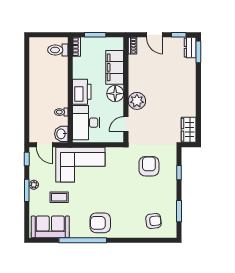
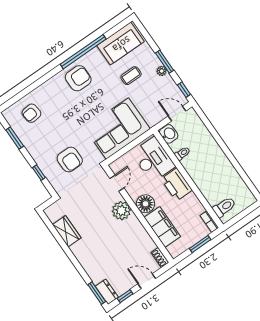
wardrobe: (189, 130) -> (67, 231), moved
corner sofa: (80, 165) -> (117, 129), moved

